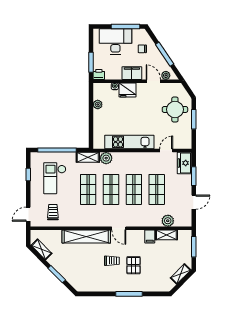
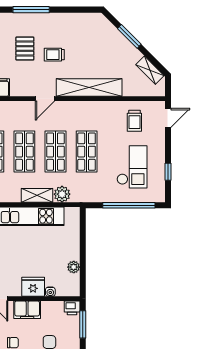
shelving: (88, 157) -> (37, 195), moved
door: (119, 228) -> (45, 99), swing flipped

